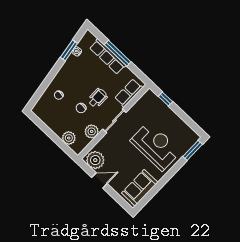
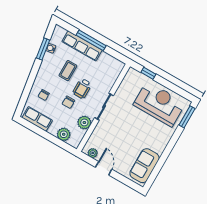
coffee table: (88, 77) -> (68, 71), added
row of seats: (129, 93) -> (37, 119), moved, turned 90
wheelchair: (98, 98) -> (82, 89), turned 180
reception desk: (156, 146) -> (159, 104), moved
plant: (95, 160) -> (93, 153), width x0.53, depth x0.53
door: (99, 180) -> (104, 168), hinge flipped

